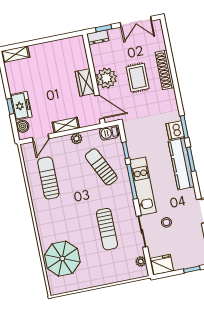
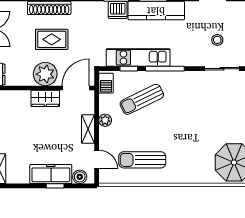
freezer: (21, 106) -> (51, 174), width x1.40
kitchen unit: (143, 186) -> (138, 58), moved
sun lounger: (107, 229) -> (211, 107), removed

